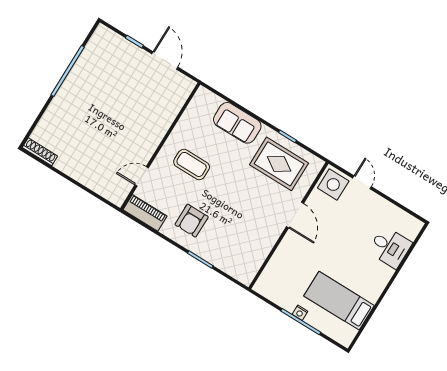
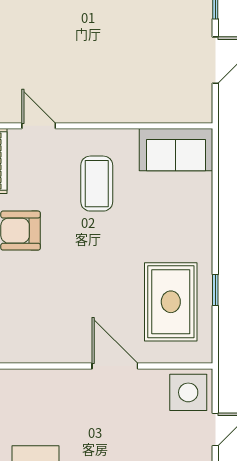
sofa: (237, 123) -> (176, 150), moved, turned -90
door: (295, 215) -> (115, 366), swing flipped

